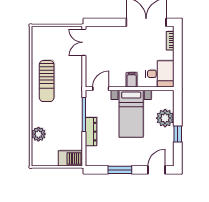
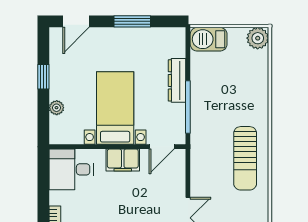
filing cabinet: (132, 80) -> (123, 160), width x2.00
sun lounger: (47, 81) -> (245, 158), turned 180
plant: (165, 118) -> (57, 108), width x0.53, depth x0.53
plant: (38, 134) -> (258, 38), moved

